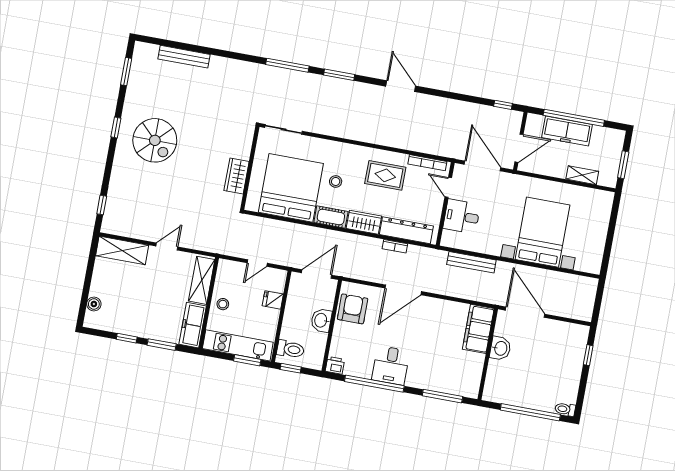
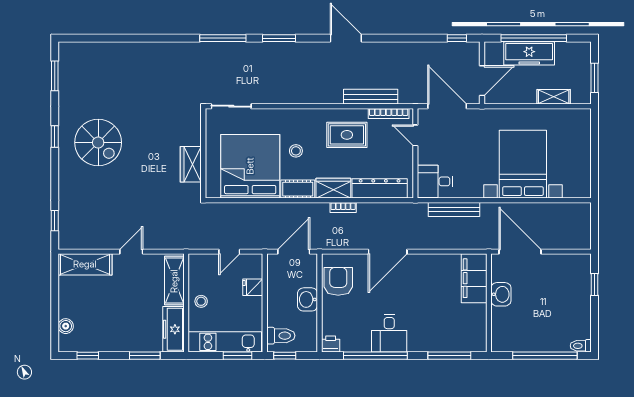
bench: (184, 57) -> (371, 97), moved
desk: (462, 216) -> (435, 181), moved
bookcase: (395, 246) -> (343, 207), moved
window: (127, 338) -> (88, 356), moved

